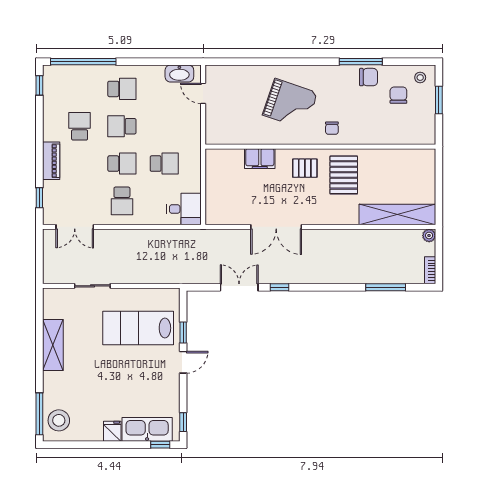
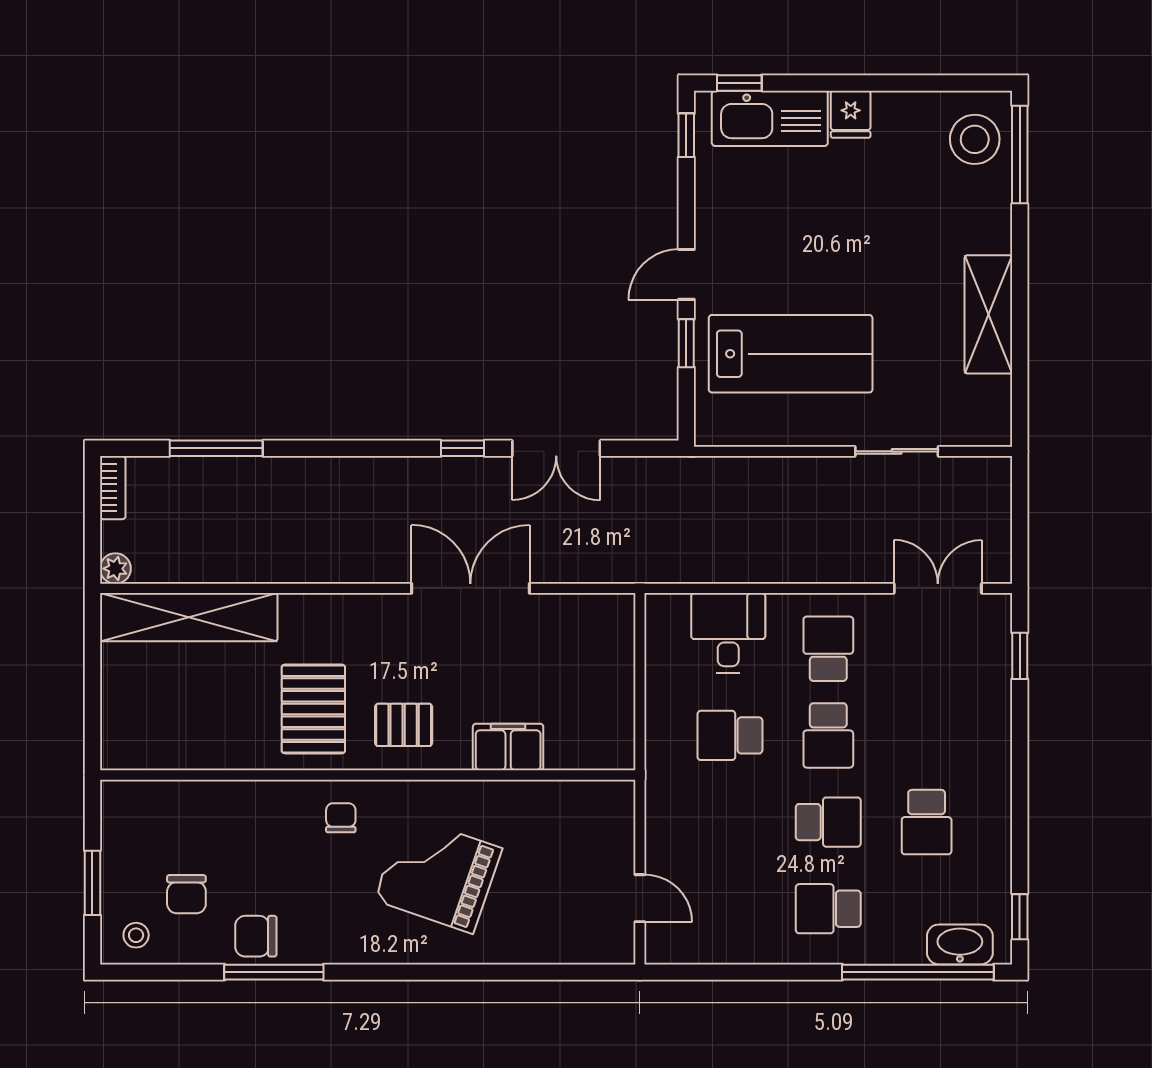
washbasin: (179, 74) -> (960, 944), moved
piano: (51, 161) -> (993, 742), removed
school desk: (122, 164) -> (828, 735), turned -90
desk: (184, 209) -> (728, 633), moved, turned 90

